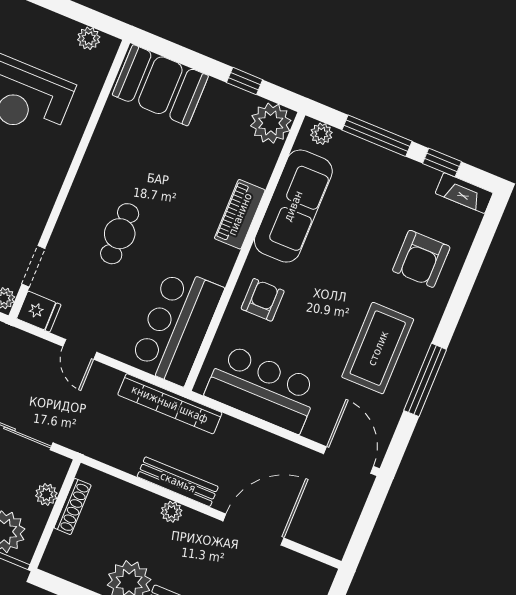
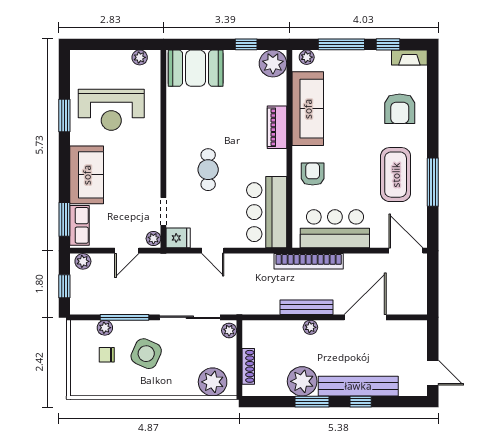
bookcase: (170, 404) -> (309, 261), moved
plant: (46, 494) -> (229, 330), moved
shoe rack: (73, 506) -> (248, 366), moved

